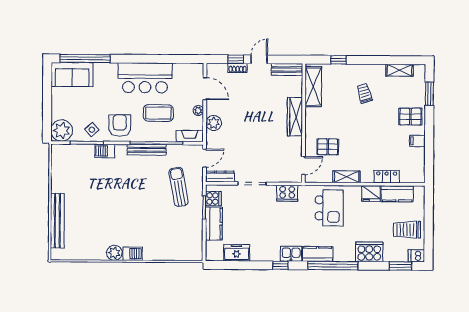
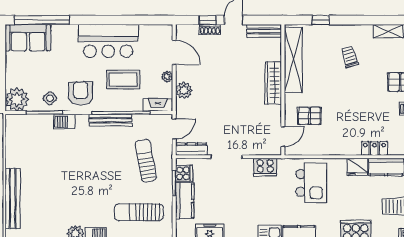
shelving: (313, 87) -> (293, 60), width x1.47
shelving: (347, 177) -> (330, 149), removed
sun lounger: (172, 234) -> (139, 212), added

